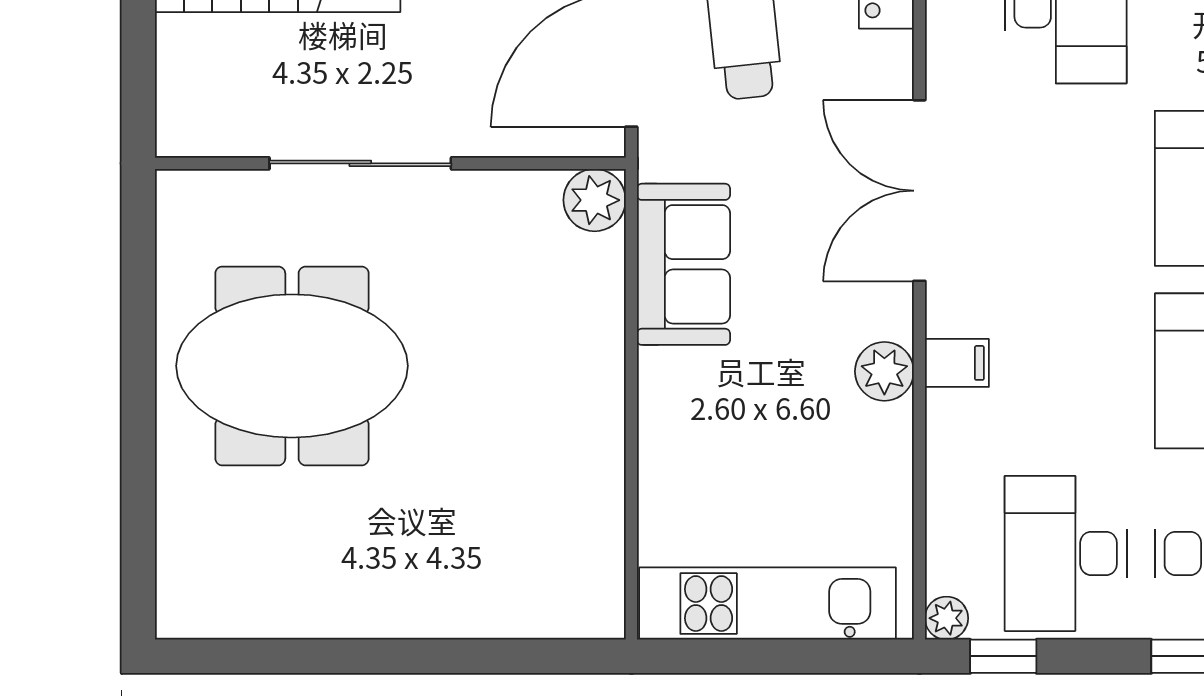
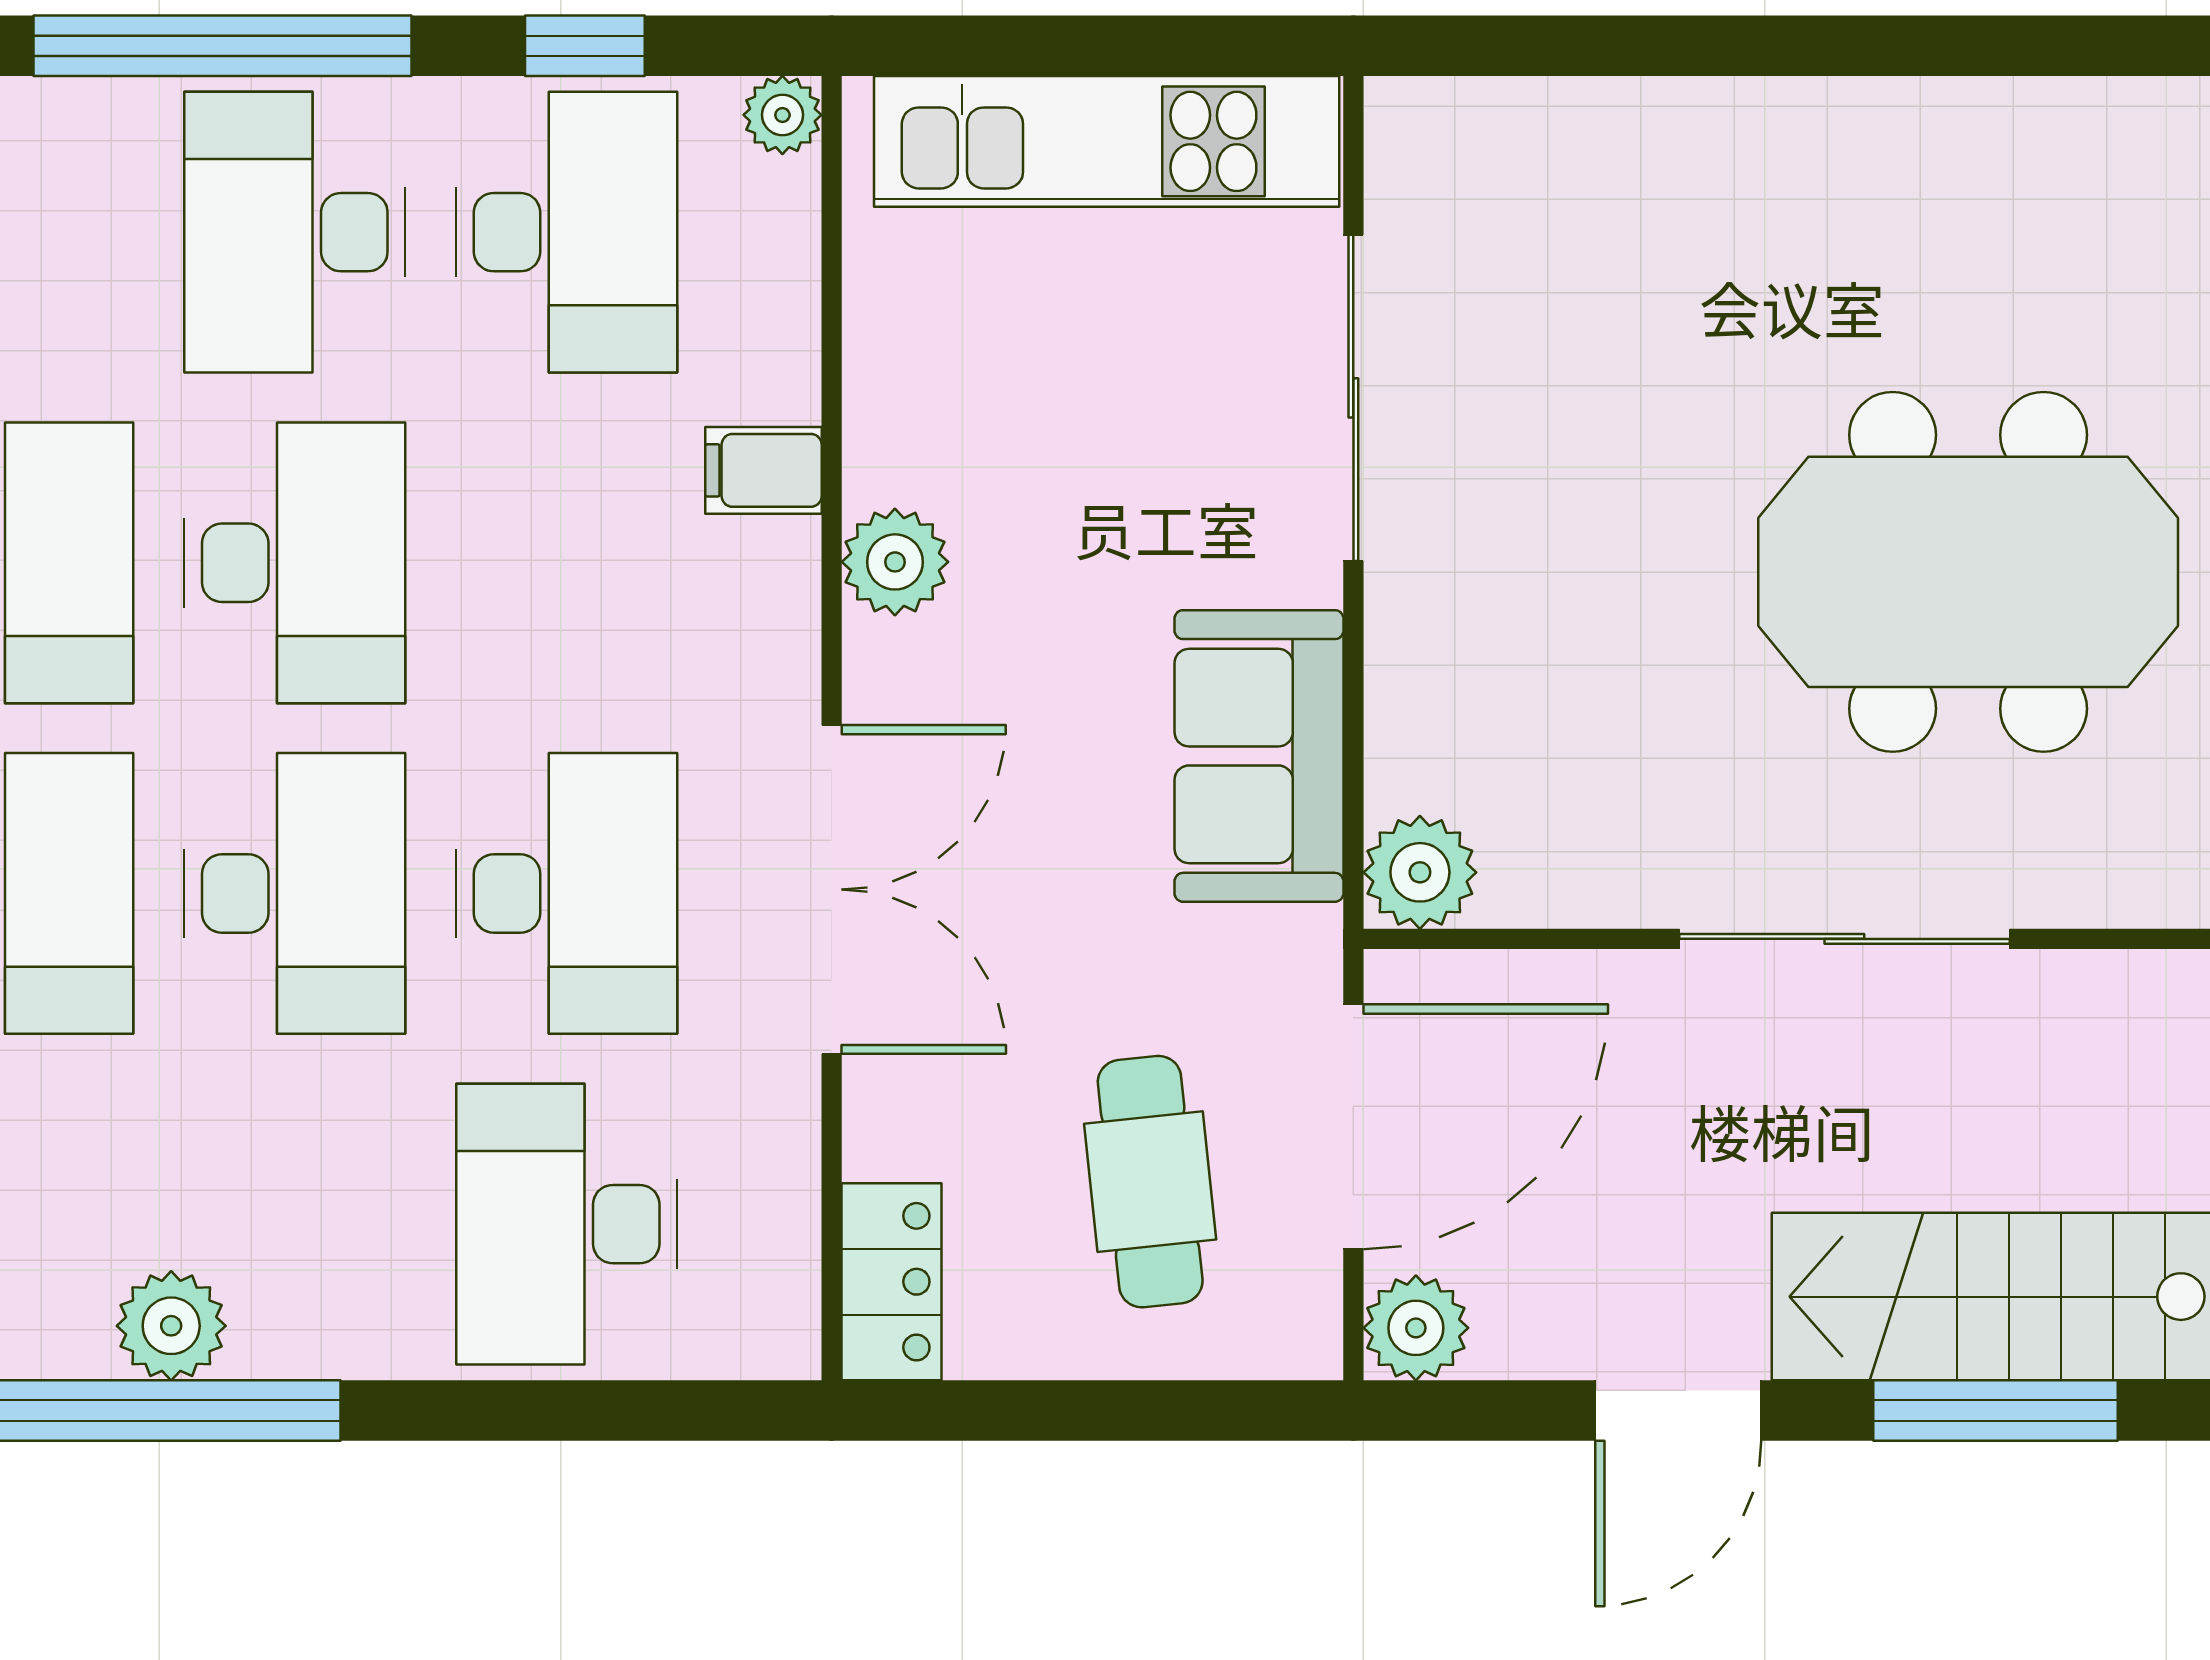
desk: (1066, 188) -> (567, 893), added
filing cabinet: (957, 363) -> (764, 470), moved
sliding door: (631, 462) -> (1353, 398), added
window: (1003, 656) -> (585, 46), moved

